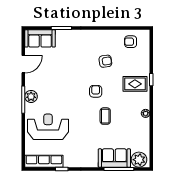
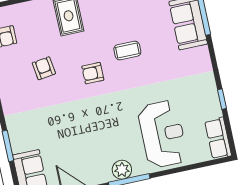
reception desk: (48, 127) -> (163, 134), turned 180
row of seats: (44, 161) -> (218, 138), width x0.68

